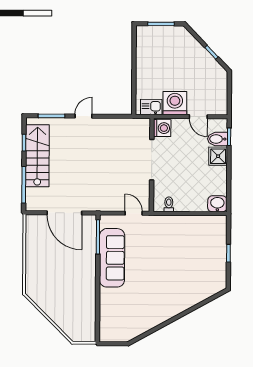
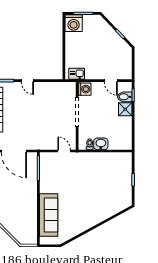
washing machine: (175, 103) -> (74, 23), moved, turned 180
door: (83, 116) -> (27, 81), swing flipped
washbasin: (217, 204) -> (101, 144), moved
sofa: (112, 258) -> (49, 215), moved

